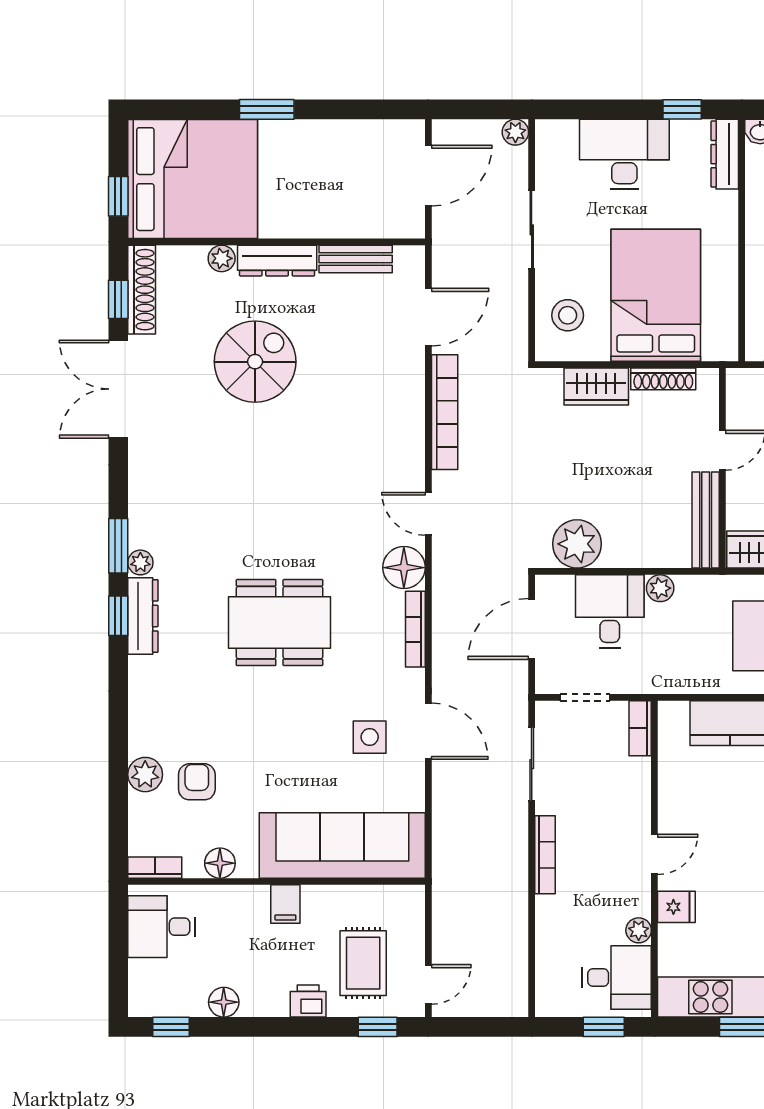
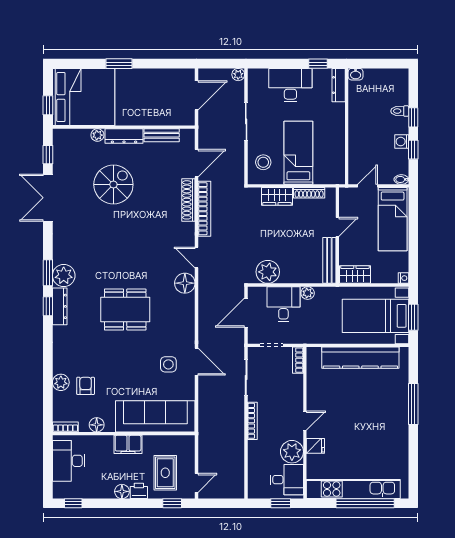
shoe rack: (142, 290) -> (188, 200), moved, turned 180
bed: (656, 295) -> (298, 153), width x0.67
plant: (140, 562) -> (64, 276), width x1.87, depth x1.87
bookcase: (415, 629) -> (190, 313), removed
filing cabinet: (285, 904) -> (128, 444), width x2.00
desk: (161, 927) -> (69, 461), width x1.37
plant: (639, 930) -> (292, 452), width x1.88, depth x1.88
floor lamp: (224, 1002) -> (122, 491), moved

